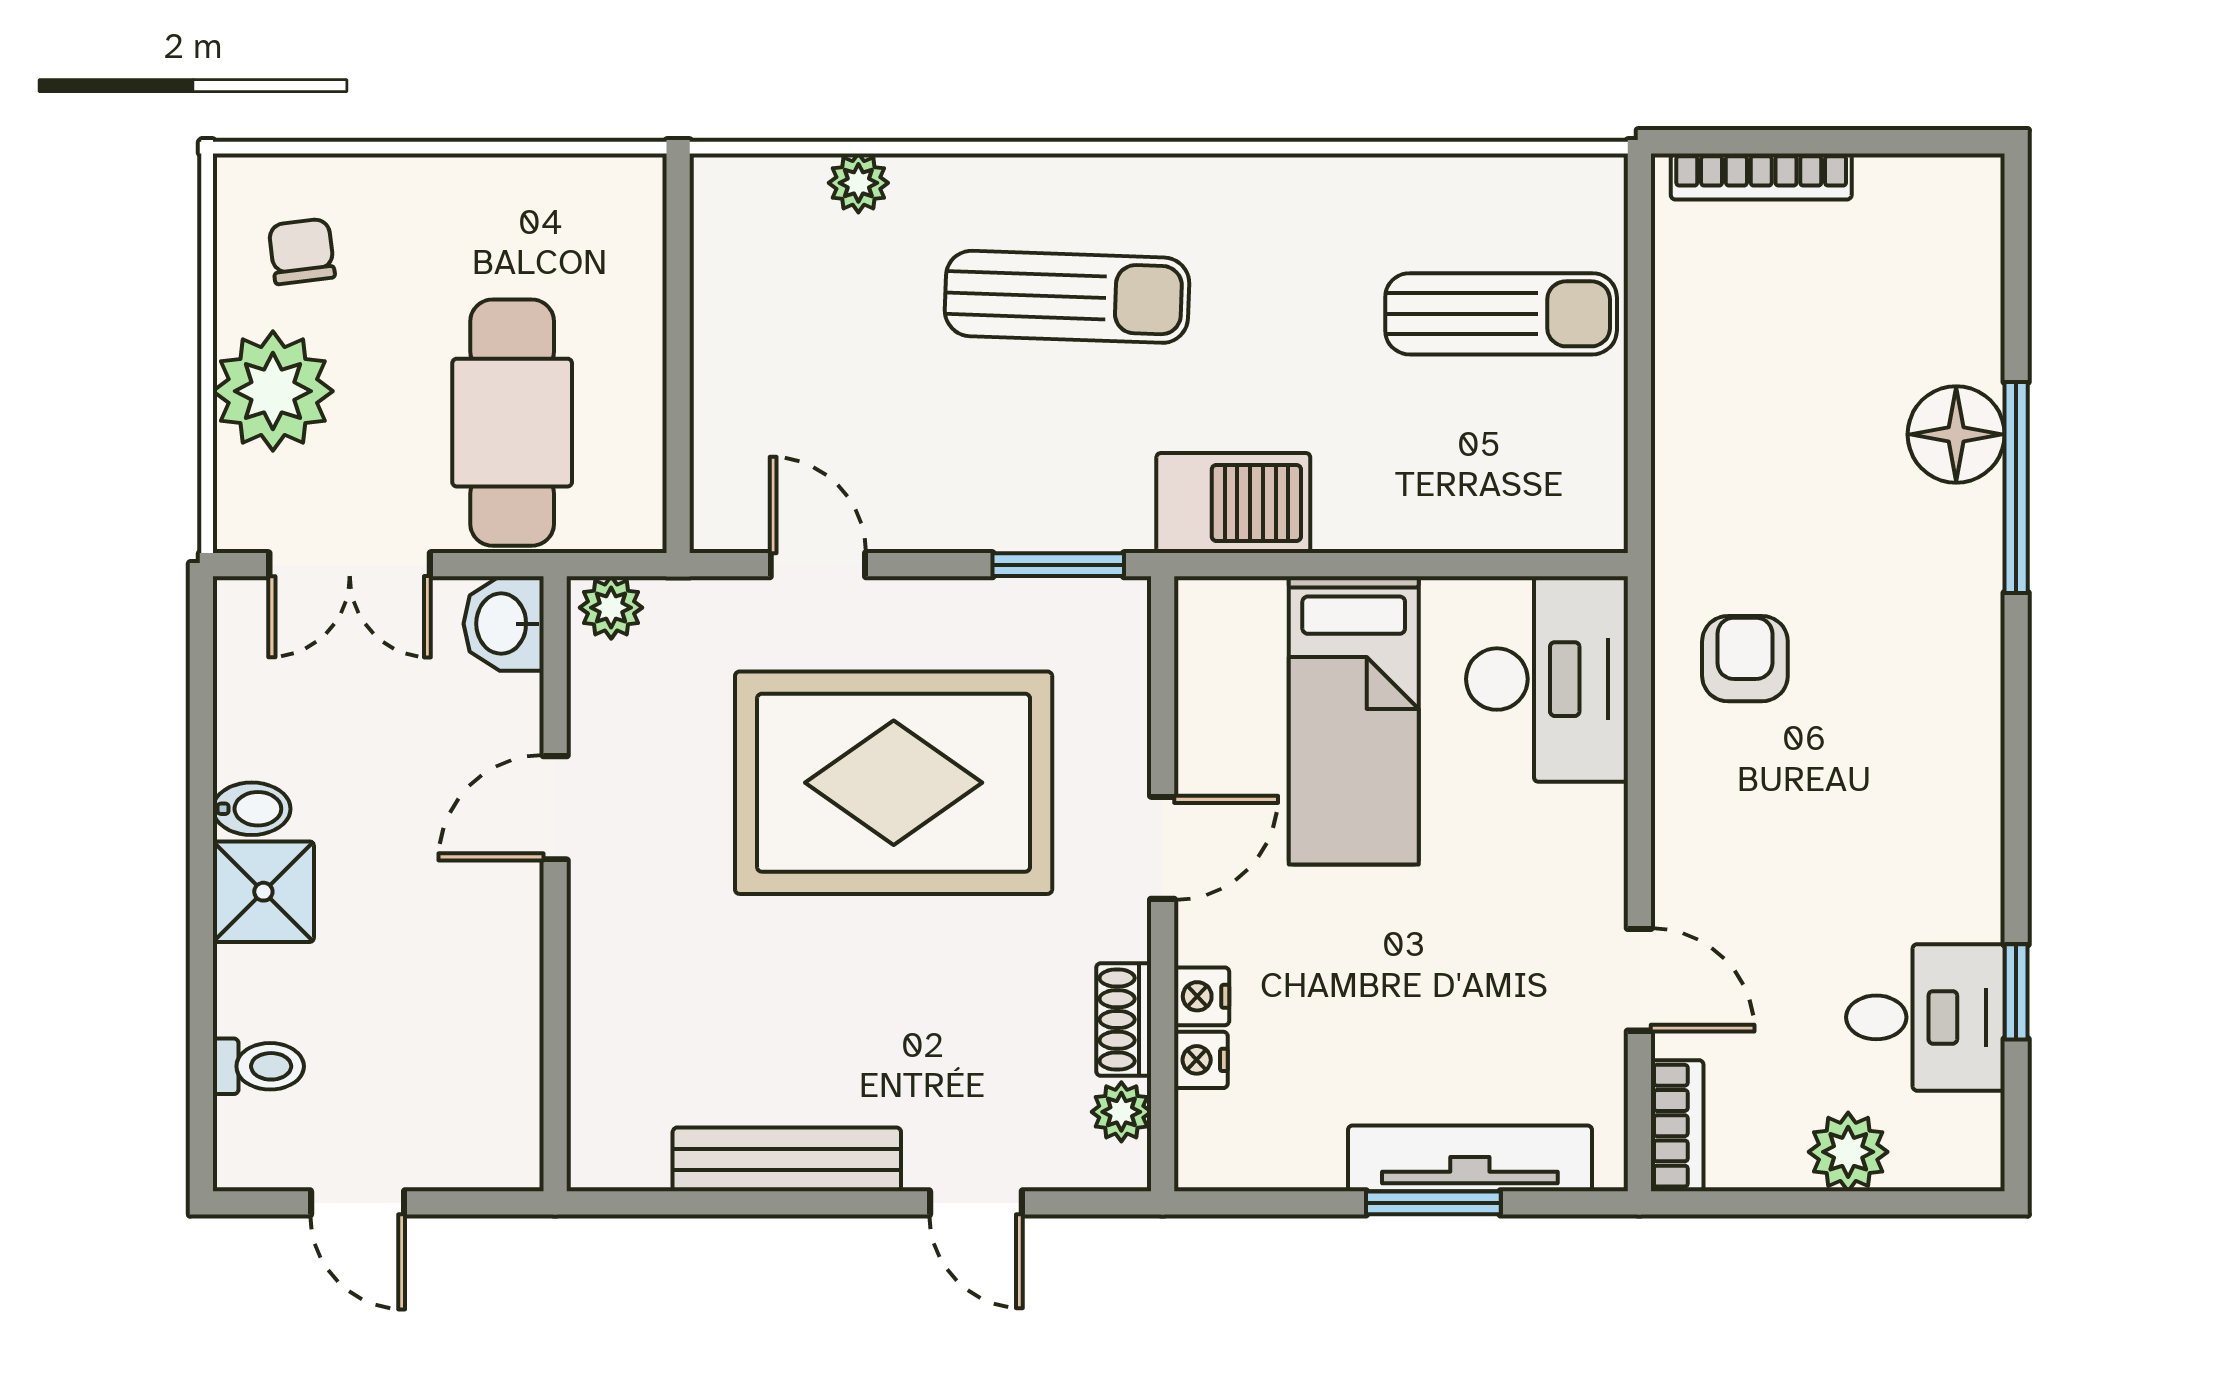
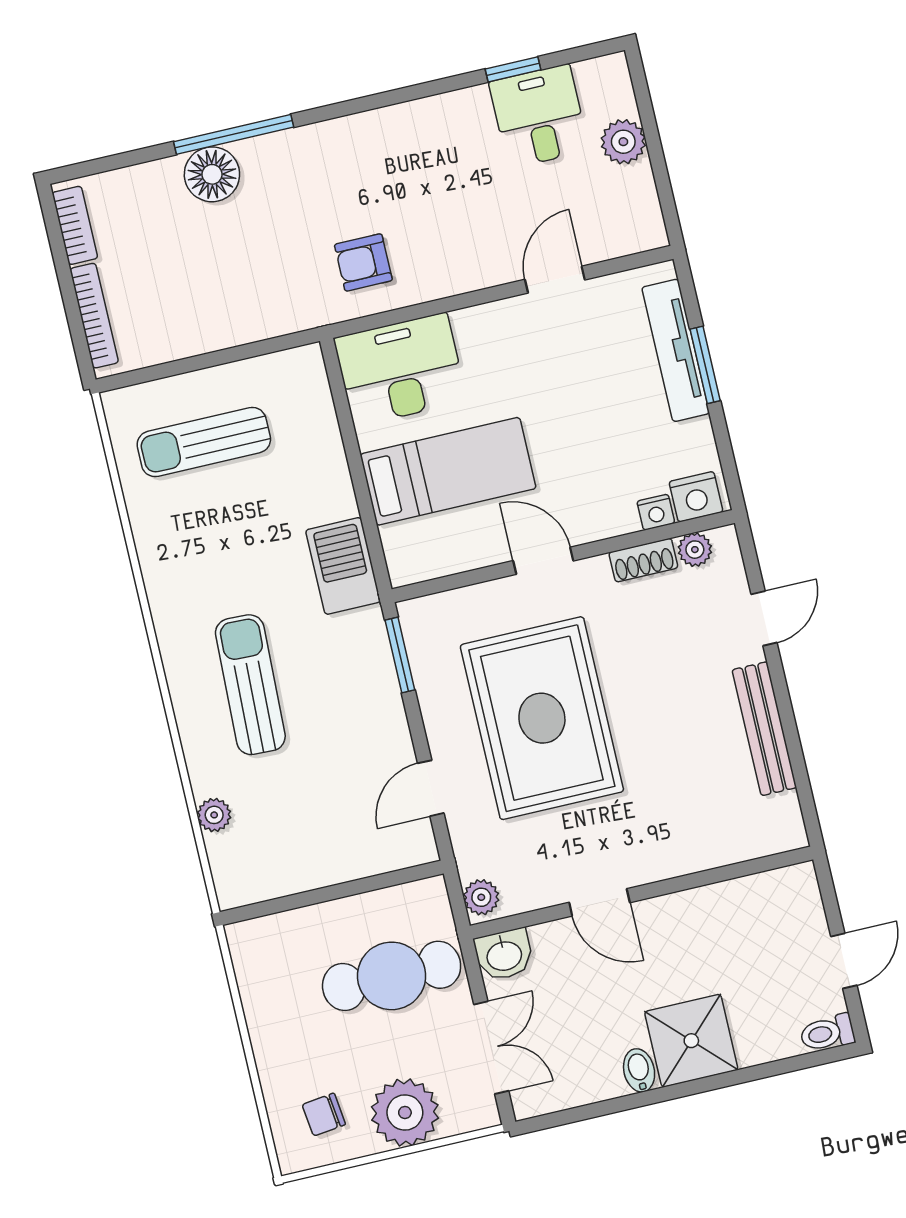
sun lounger: (1501, 314) -> (204, 442), turned -90
shower: (263, 892) -> (691, 1041), width x1.36, depth x1.36
nightstand: (1202, 996) -> (696, 497), moved, width x1.39, depth x1.35
toilet: (258, 1066) -> (827, 1033), moved, turned -90
bookcase: (1677, 1126) -> (75, 225), moved, turned 90

